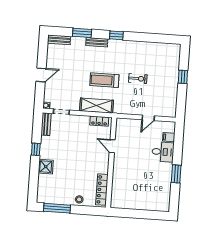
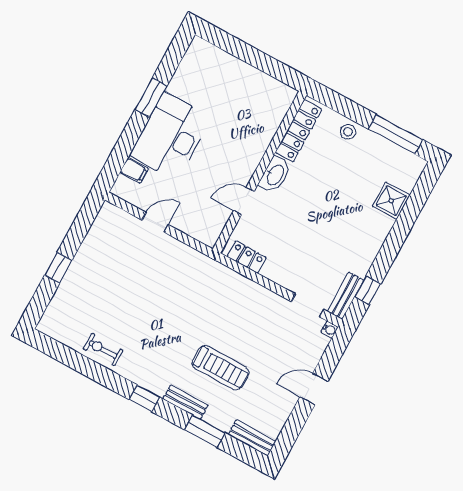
exercise bike: (138, 79) -> (103, 350), moved
treadmill: (104, 80) -> (220, 368), moved
shelving: (96, 106) -> (239, 287), removed
door: (112, 146) -> (244, 201), swing flipped
window: (36, 149) -> (368, 290), moved
desk: (163, 152) -> (171, 136), width x1.87, depth x1.30
washbasin: (104, 165) -> (275, 175), added
shower: (46, 167) -> (391, 201), moved

